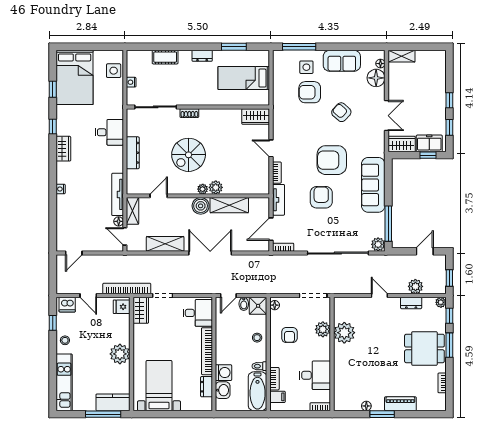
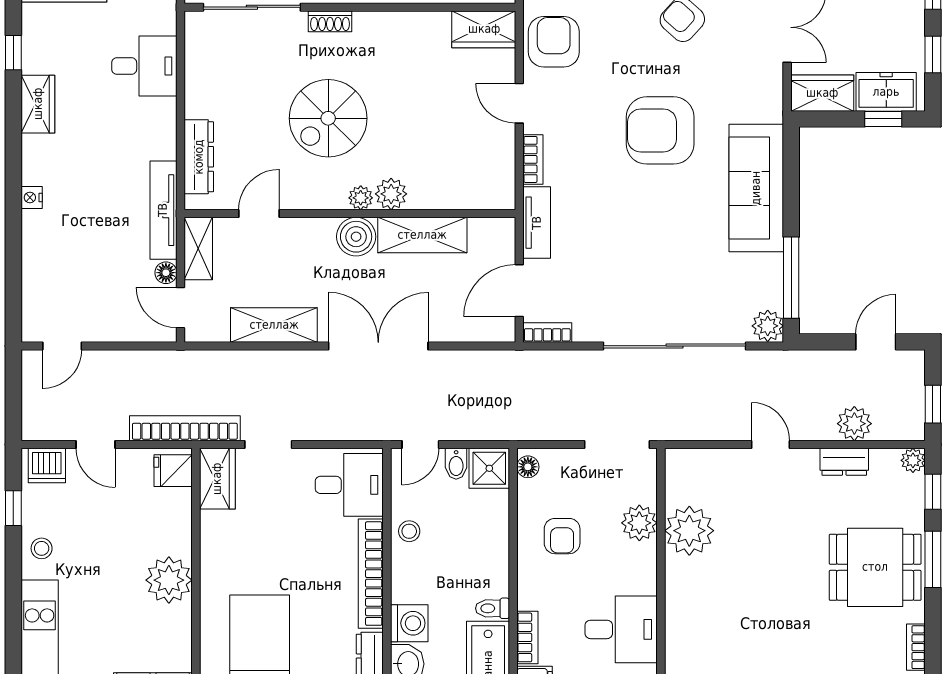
dresser: (133, 153) -> (199, 157), moved
armchair: (321, 197) -> (554, 42), moved
stool: (257, 338) -> (409, 531), moved

